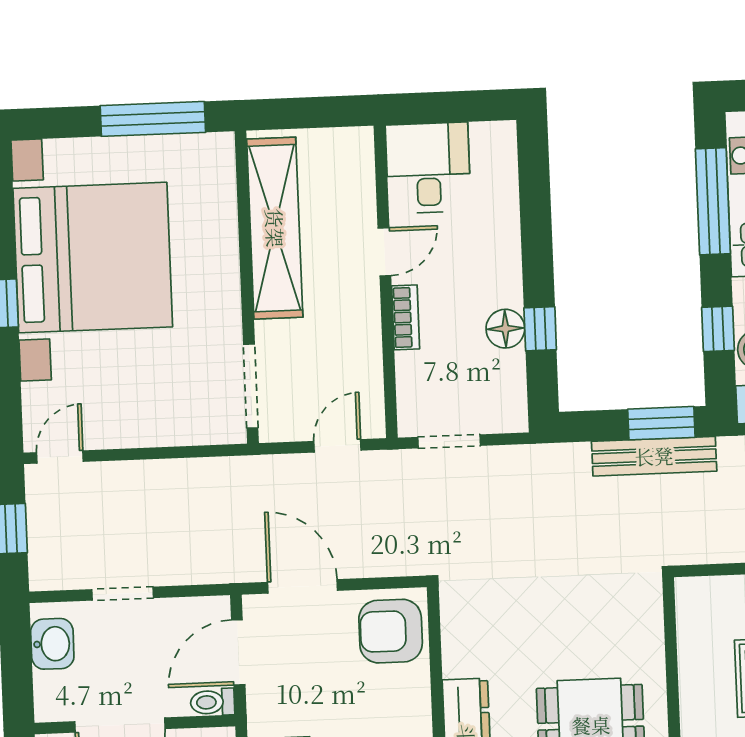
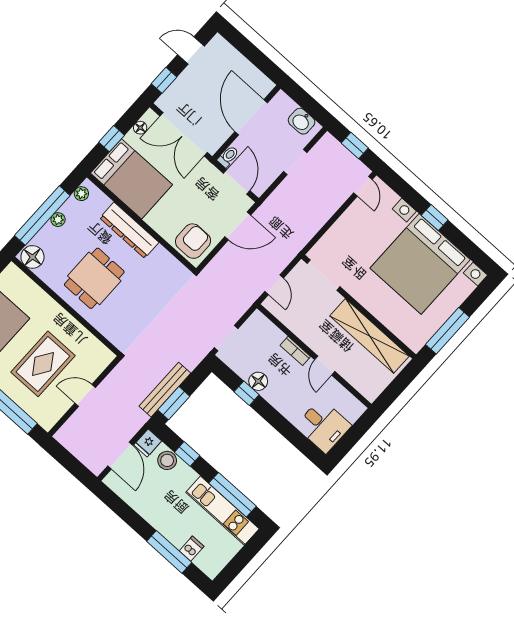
desk: (428, 168) -> (323, 426), moved
doorway: (449, 441) -> (226, 338), moved

